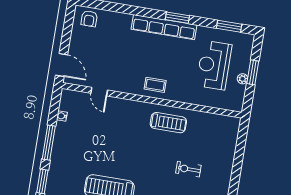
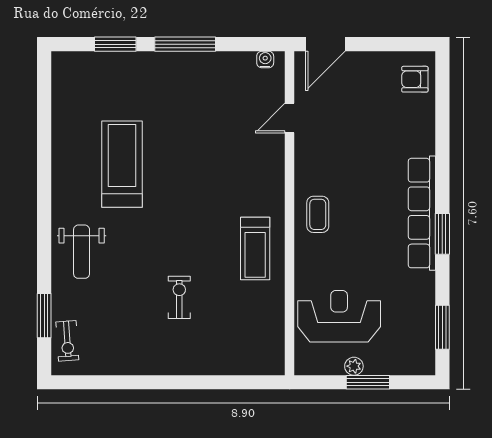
reception desk: (214, 65) -> (339, 316), moved
water cooler: (62, 116) -> (265, 59), moved

